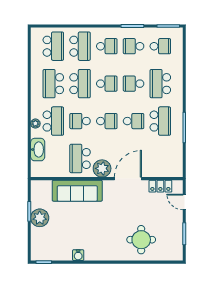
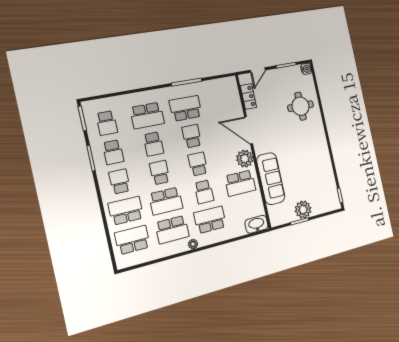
school desk: (160, 46) -> (107, 123), turned 180
school desk: (80, 84) -> (166, 201), turned 180
plant: (35, 124) -> (193, 244), moved
washbasin: (38, 150) -> (256, 224), moved
water cooler: (78, 255) -> (306, 69), moved

